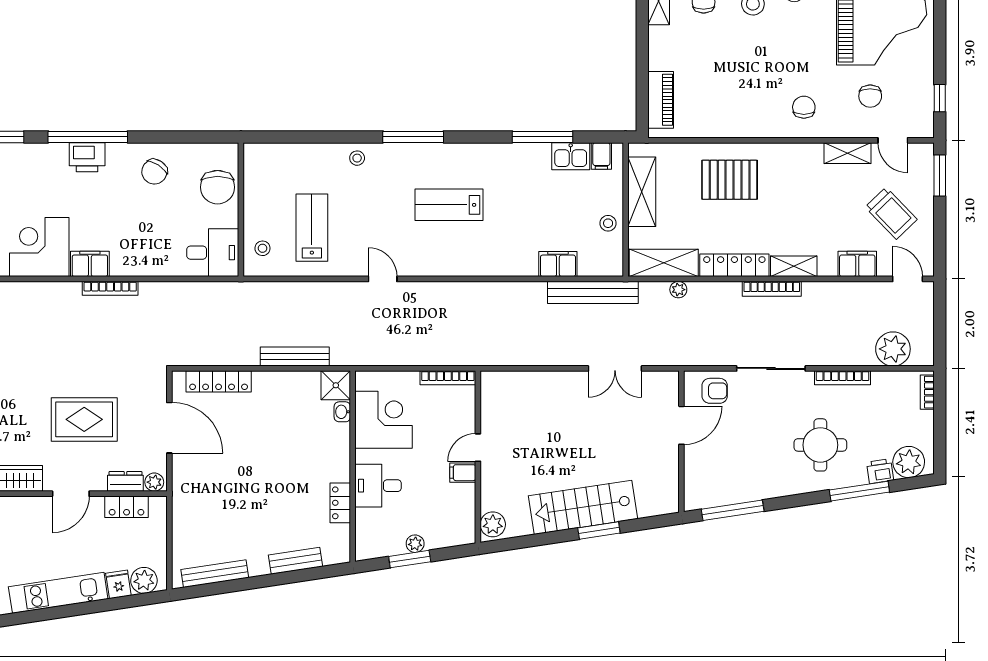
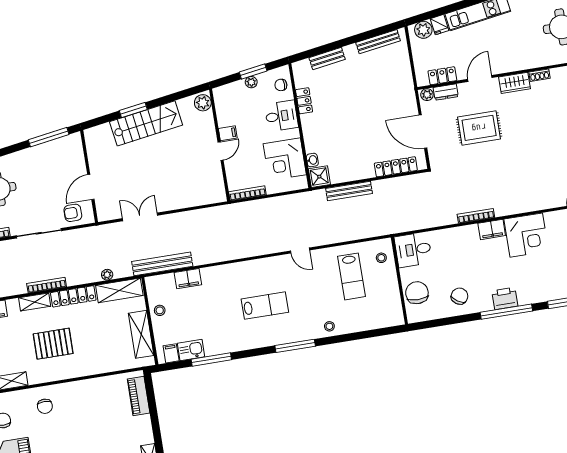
pallet: (730, 180) -> (53, 344), moved
chair: (371, 532) -> (281, 85), added

